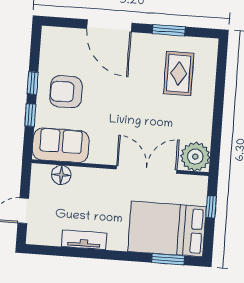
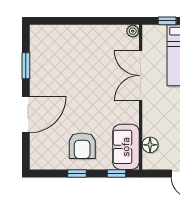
rug: (179, 73) -> (60, 55), removed
window: (30, 115) -> (117, 173), moved
plant: (195, 157) -> (133, 31), width x0.53, depth x0.53

